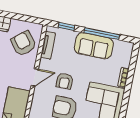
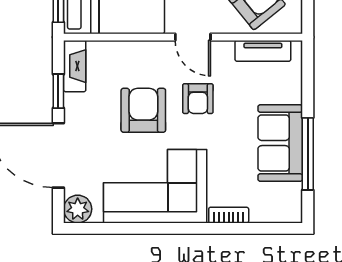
window: (66, 27) -> (308, 80), removed
armchair: (65, 81) -> (198, 99), turned -90

